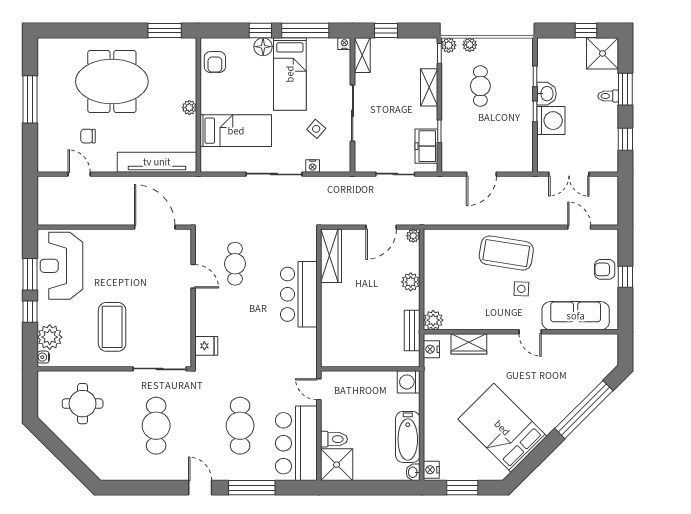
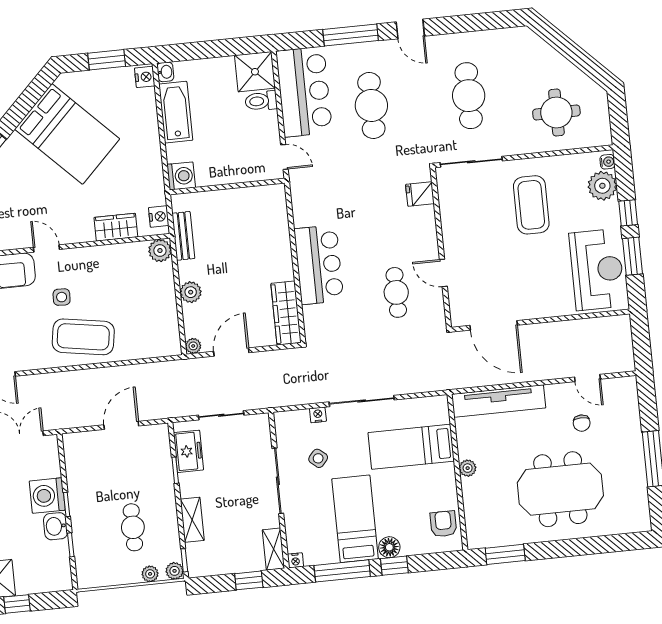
chair: (88, 136) -> (582, 423), turned 90

